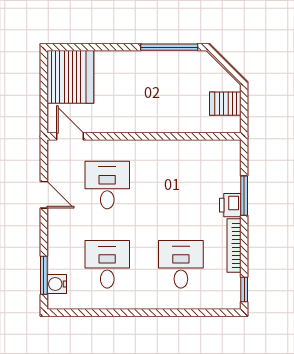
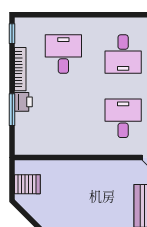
desk: (107, 185) -> (123, 118), turned 180
desk: (181, 264) -> (63, 54), turned 180

